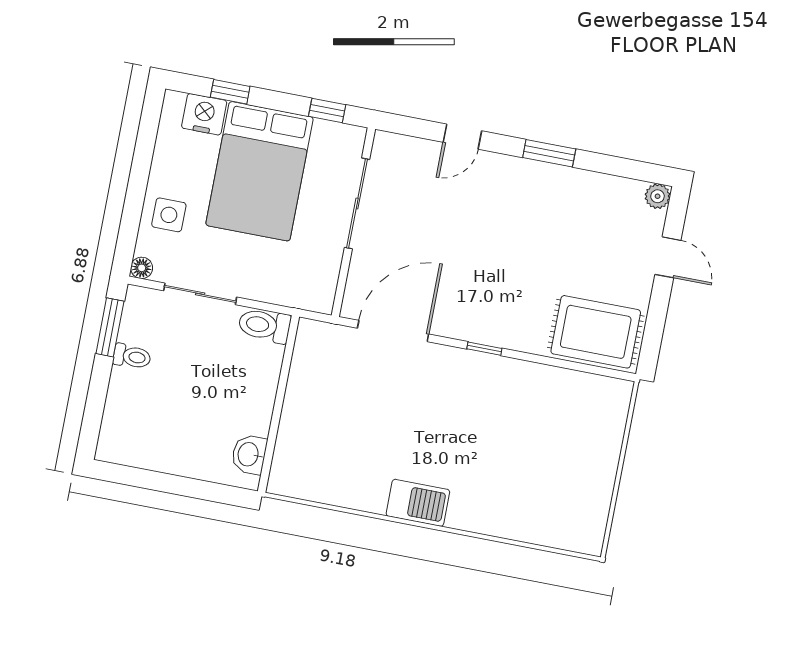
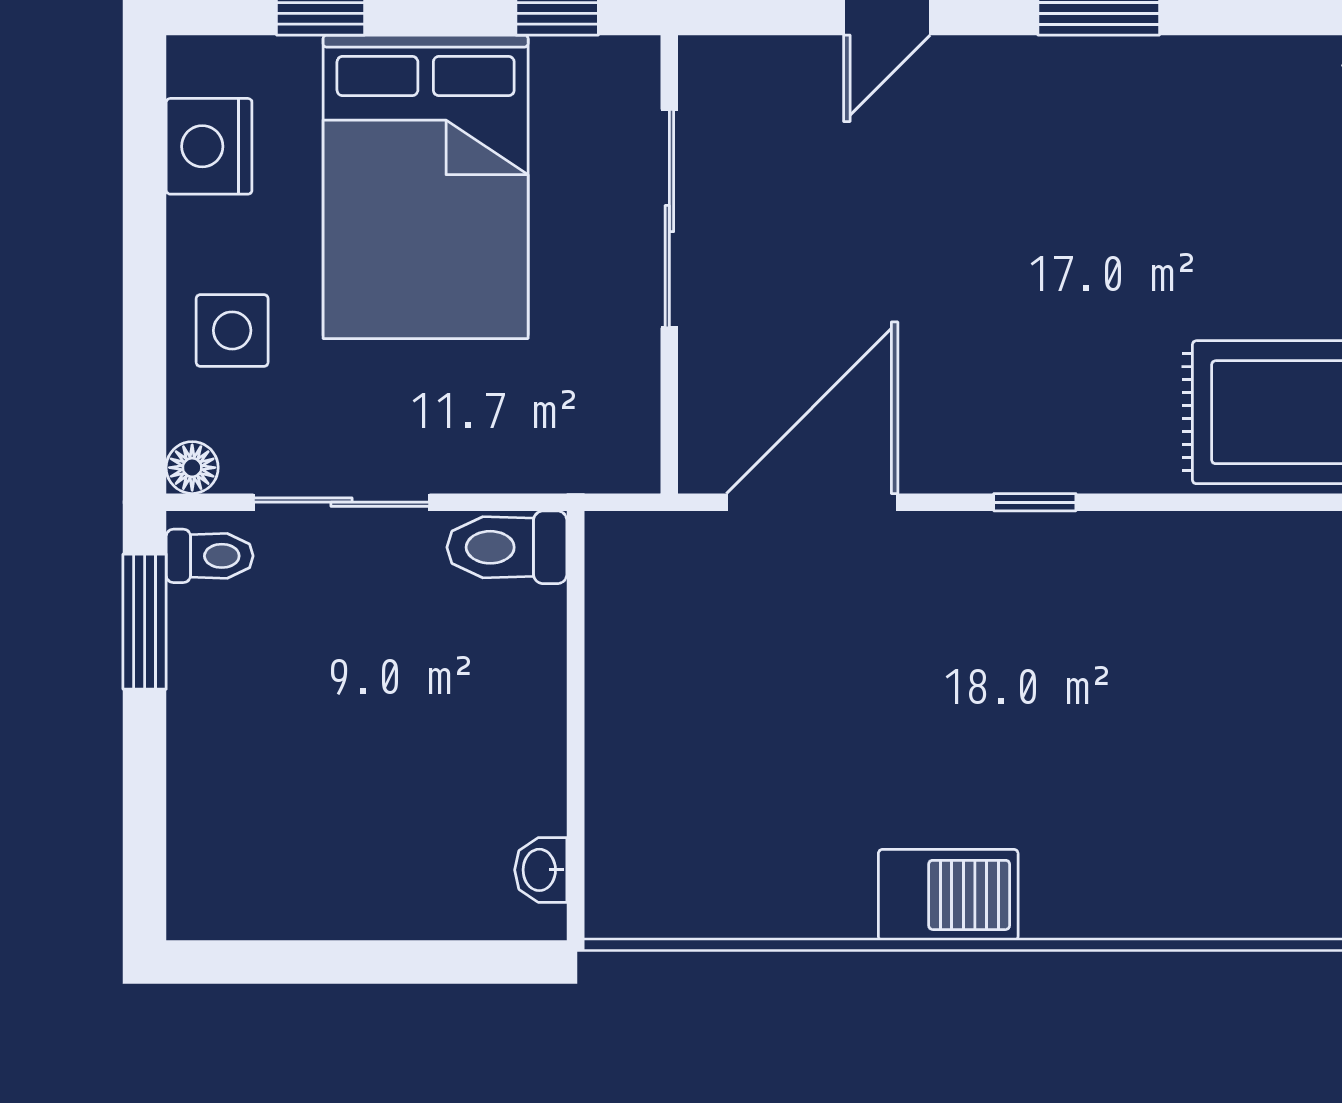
nightstand: (204, 114) -> (209, 146), moved, turned -90
toilet: (132, 357) -> (210, 556), moved
washbasin: (249, 454) -> (541, 870), width x0.72, depth x0.69

